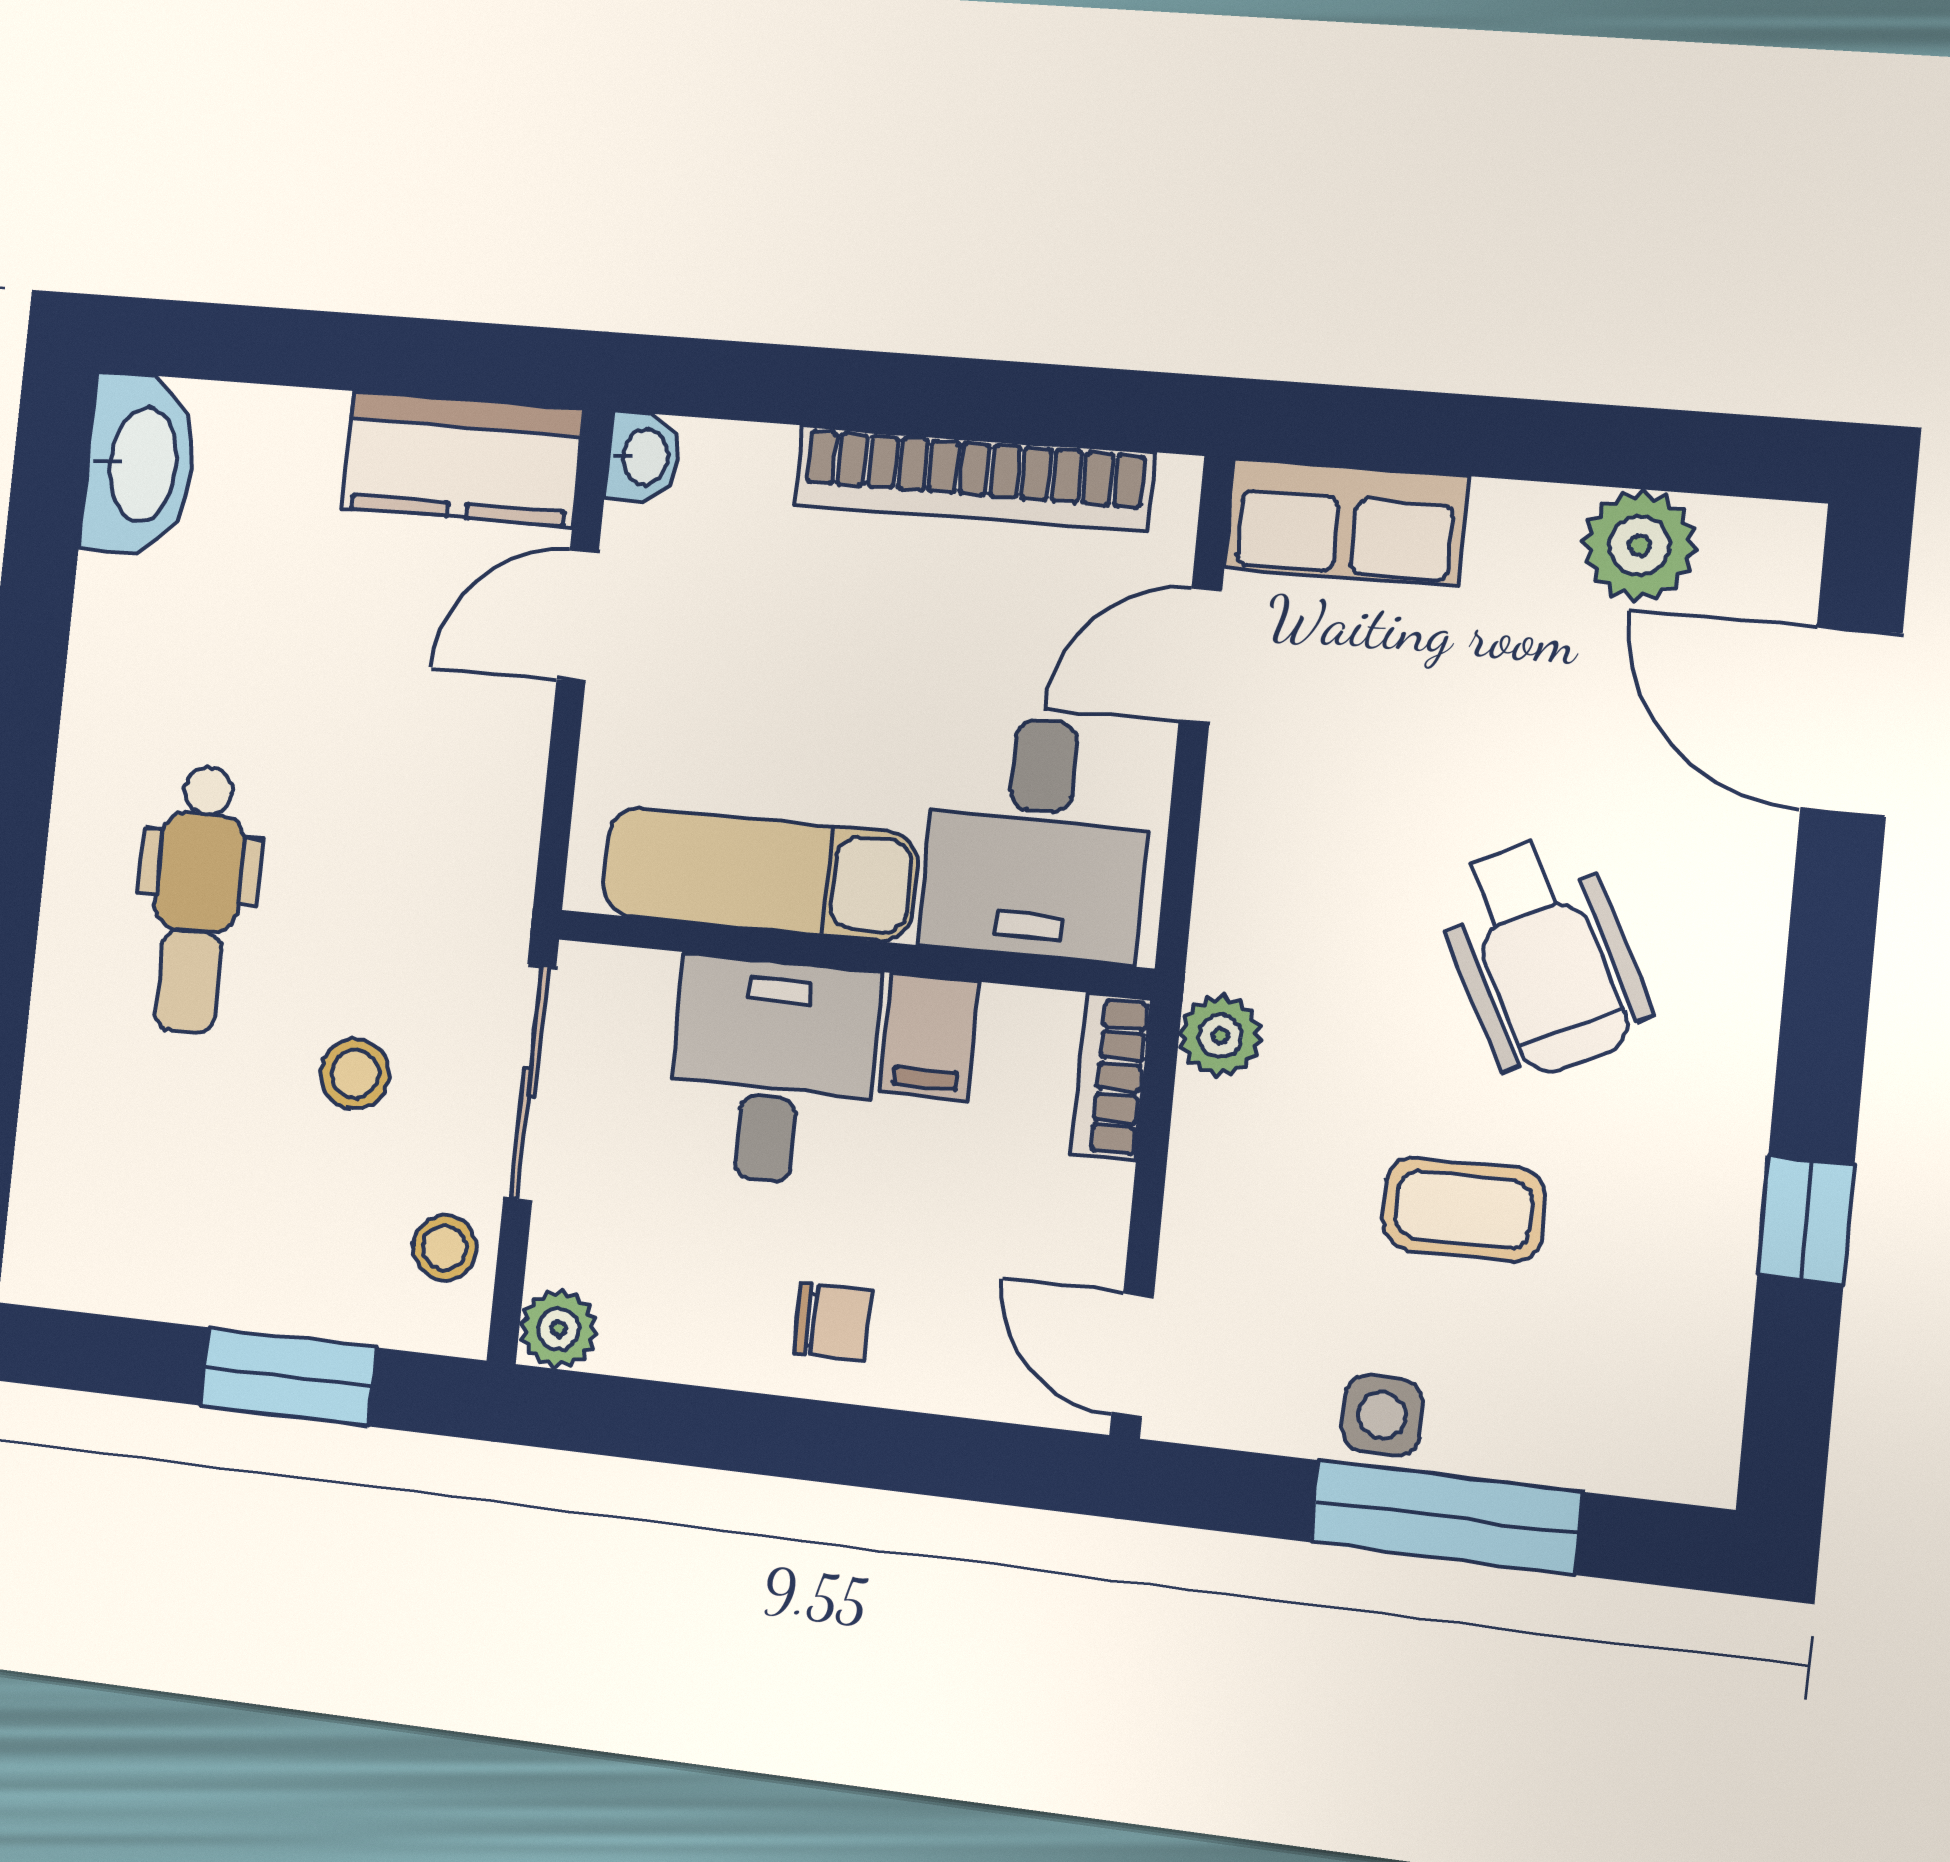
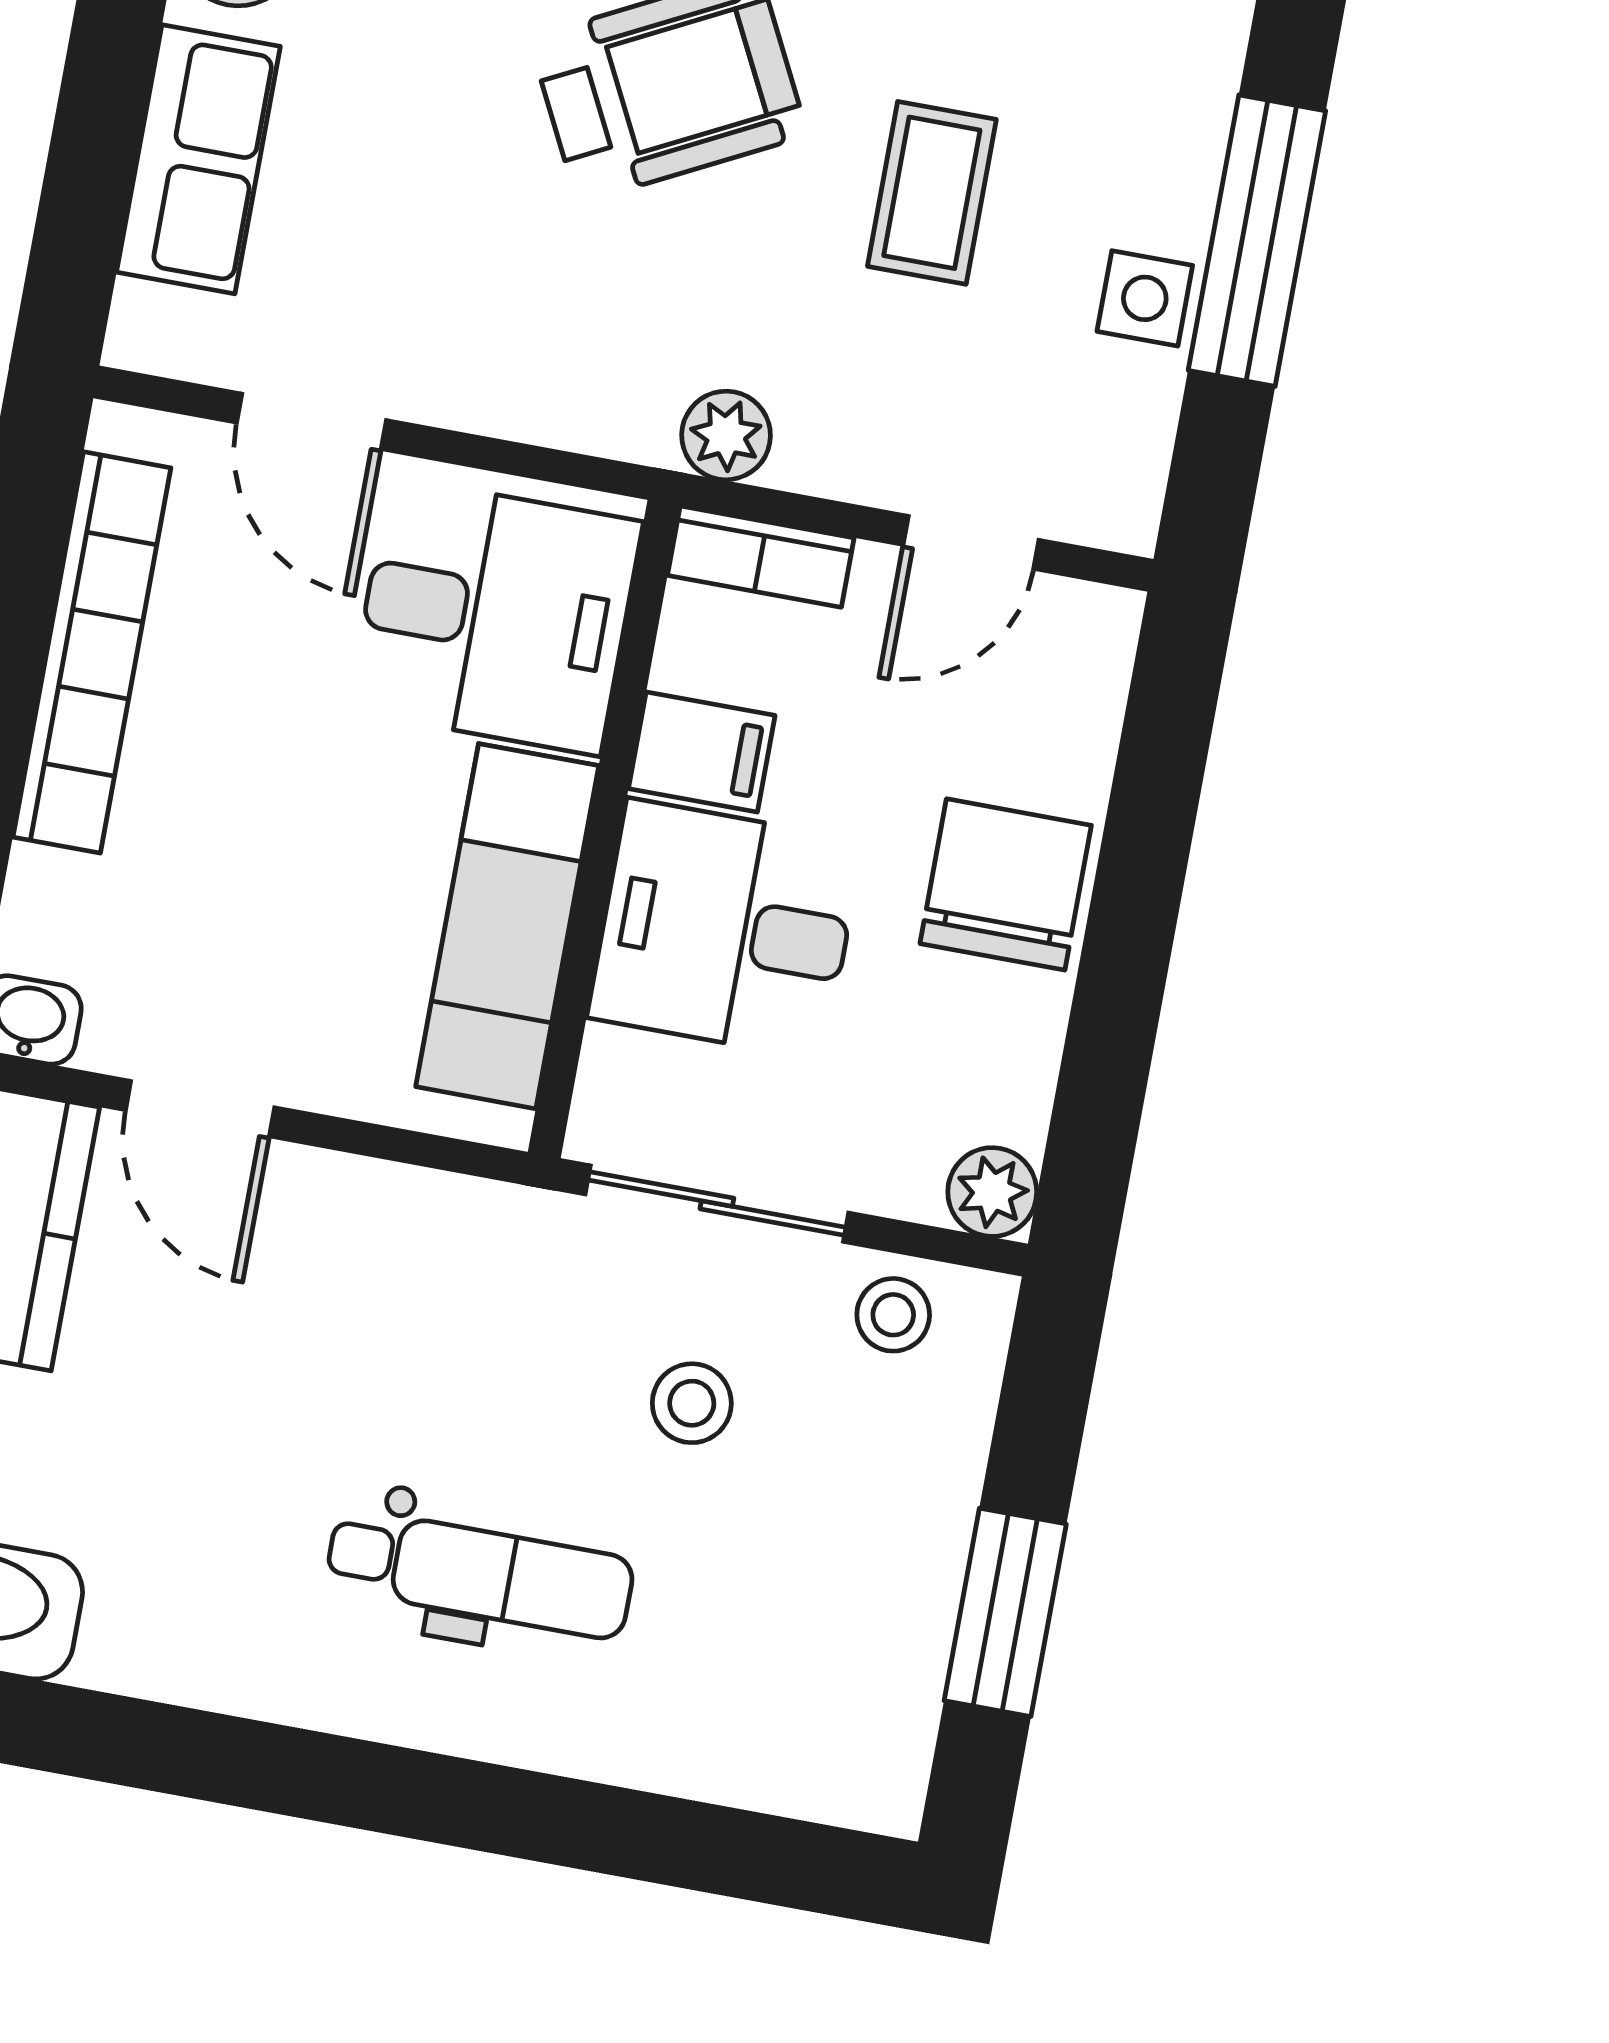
row of seats: (1346, 522) -> (198, 159), moved
chair: (832, 1322) -> (1006, 884), width x1.87, depth x1.87
door: (1133, 1355) -> (971, 542), moved
window: (288, 1377) -> (1005, 1612), moved

